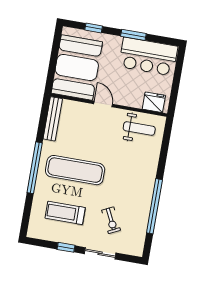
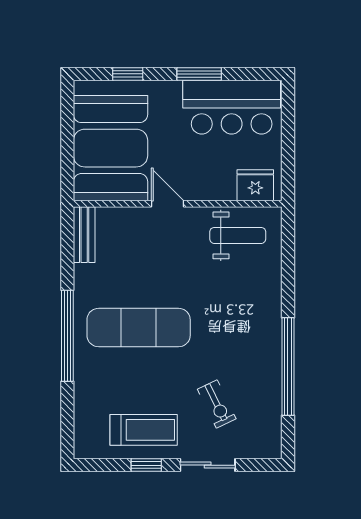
bench: (53, 119) -> (84, 235), width x0.73
treadmill: (65, 213) -> (144, 430), moved, turned 180

